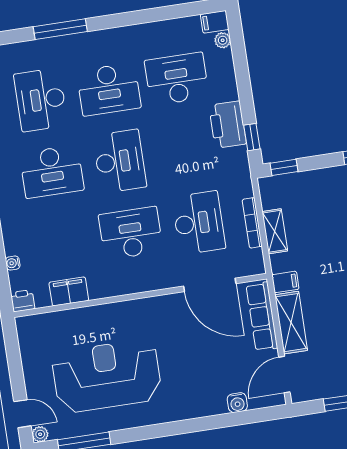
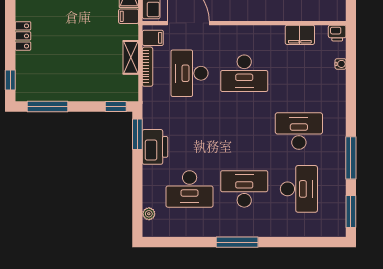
filing cabinet: (215, 22) -> (153, 38), moved
window: (60, 29) -> (237, 242), moved
window: (252, 137) -> (137, 134), width x1.50
desk: (120, 161) -> (244, 131), removed

